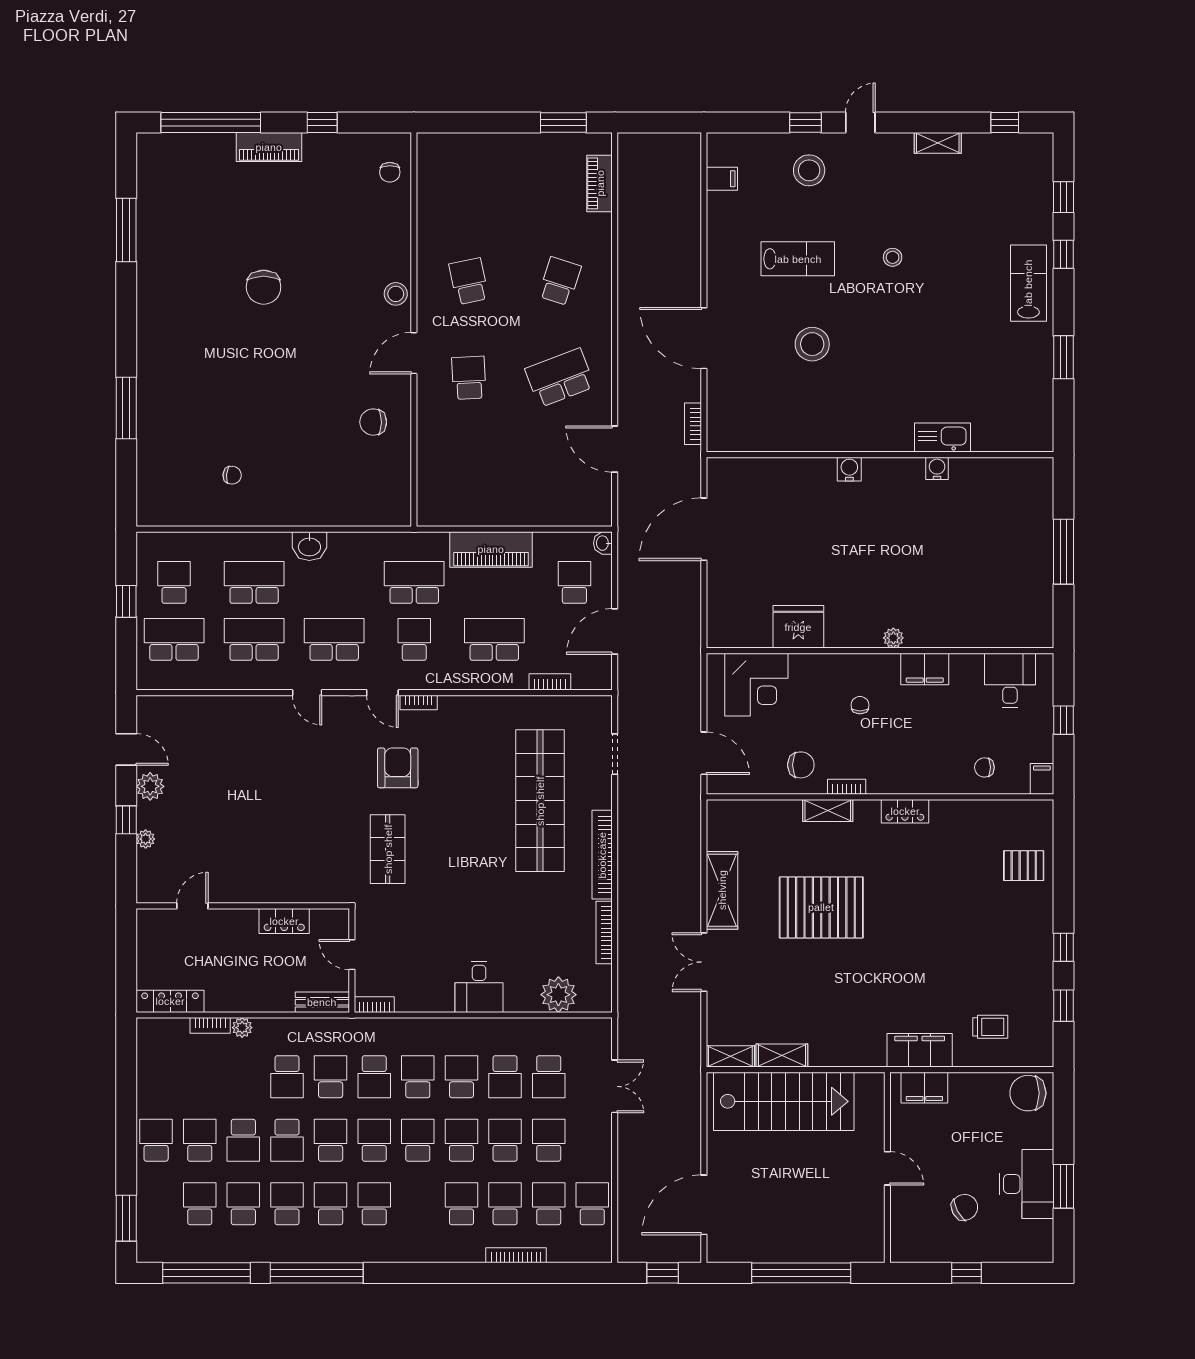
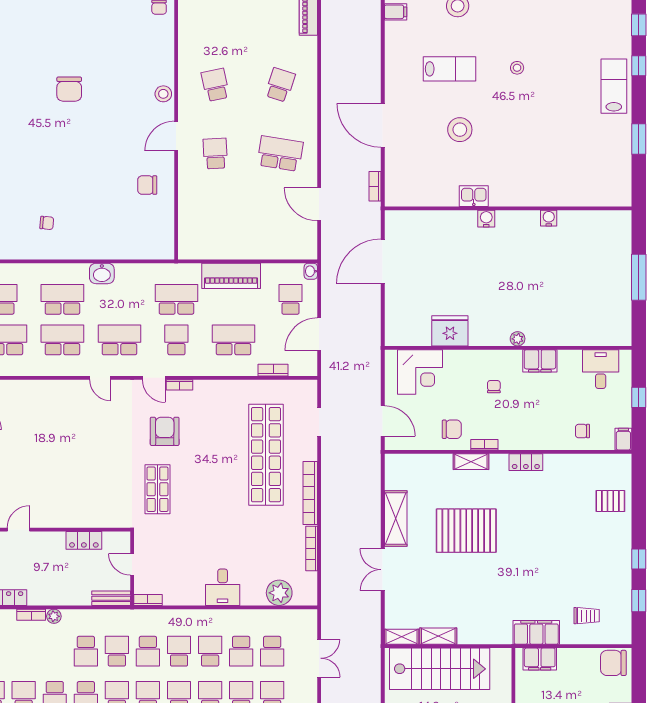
school desk: (560, 378) -> (280, 154), turned 30
kitchen sink: (943, 438) -> (474, 196), moved, width x0.73

